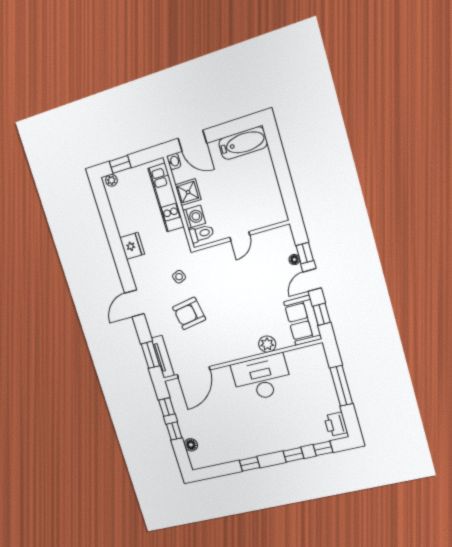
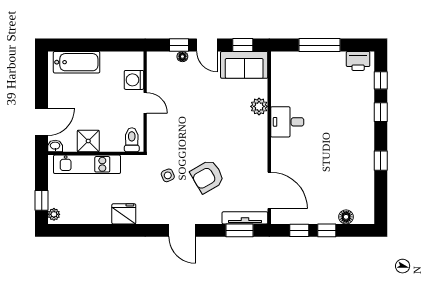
bathtub: (243, 143) -> (77, 62), moved, turned 90
washing machine: (194, 217) -> (134, 80), moved, turned -90
armchair: (189, 313) -> (207, 176), turned 70
desk: (262, 378) -> (287, 122), width x0.53, depth x0.77

